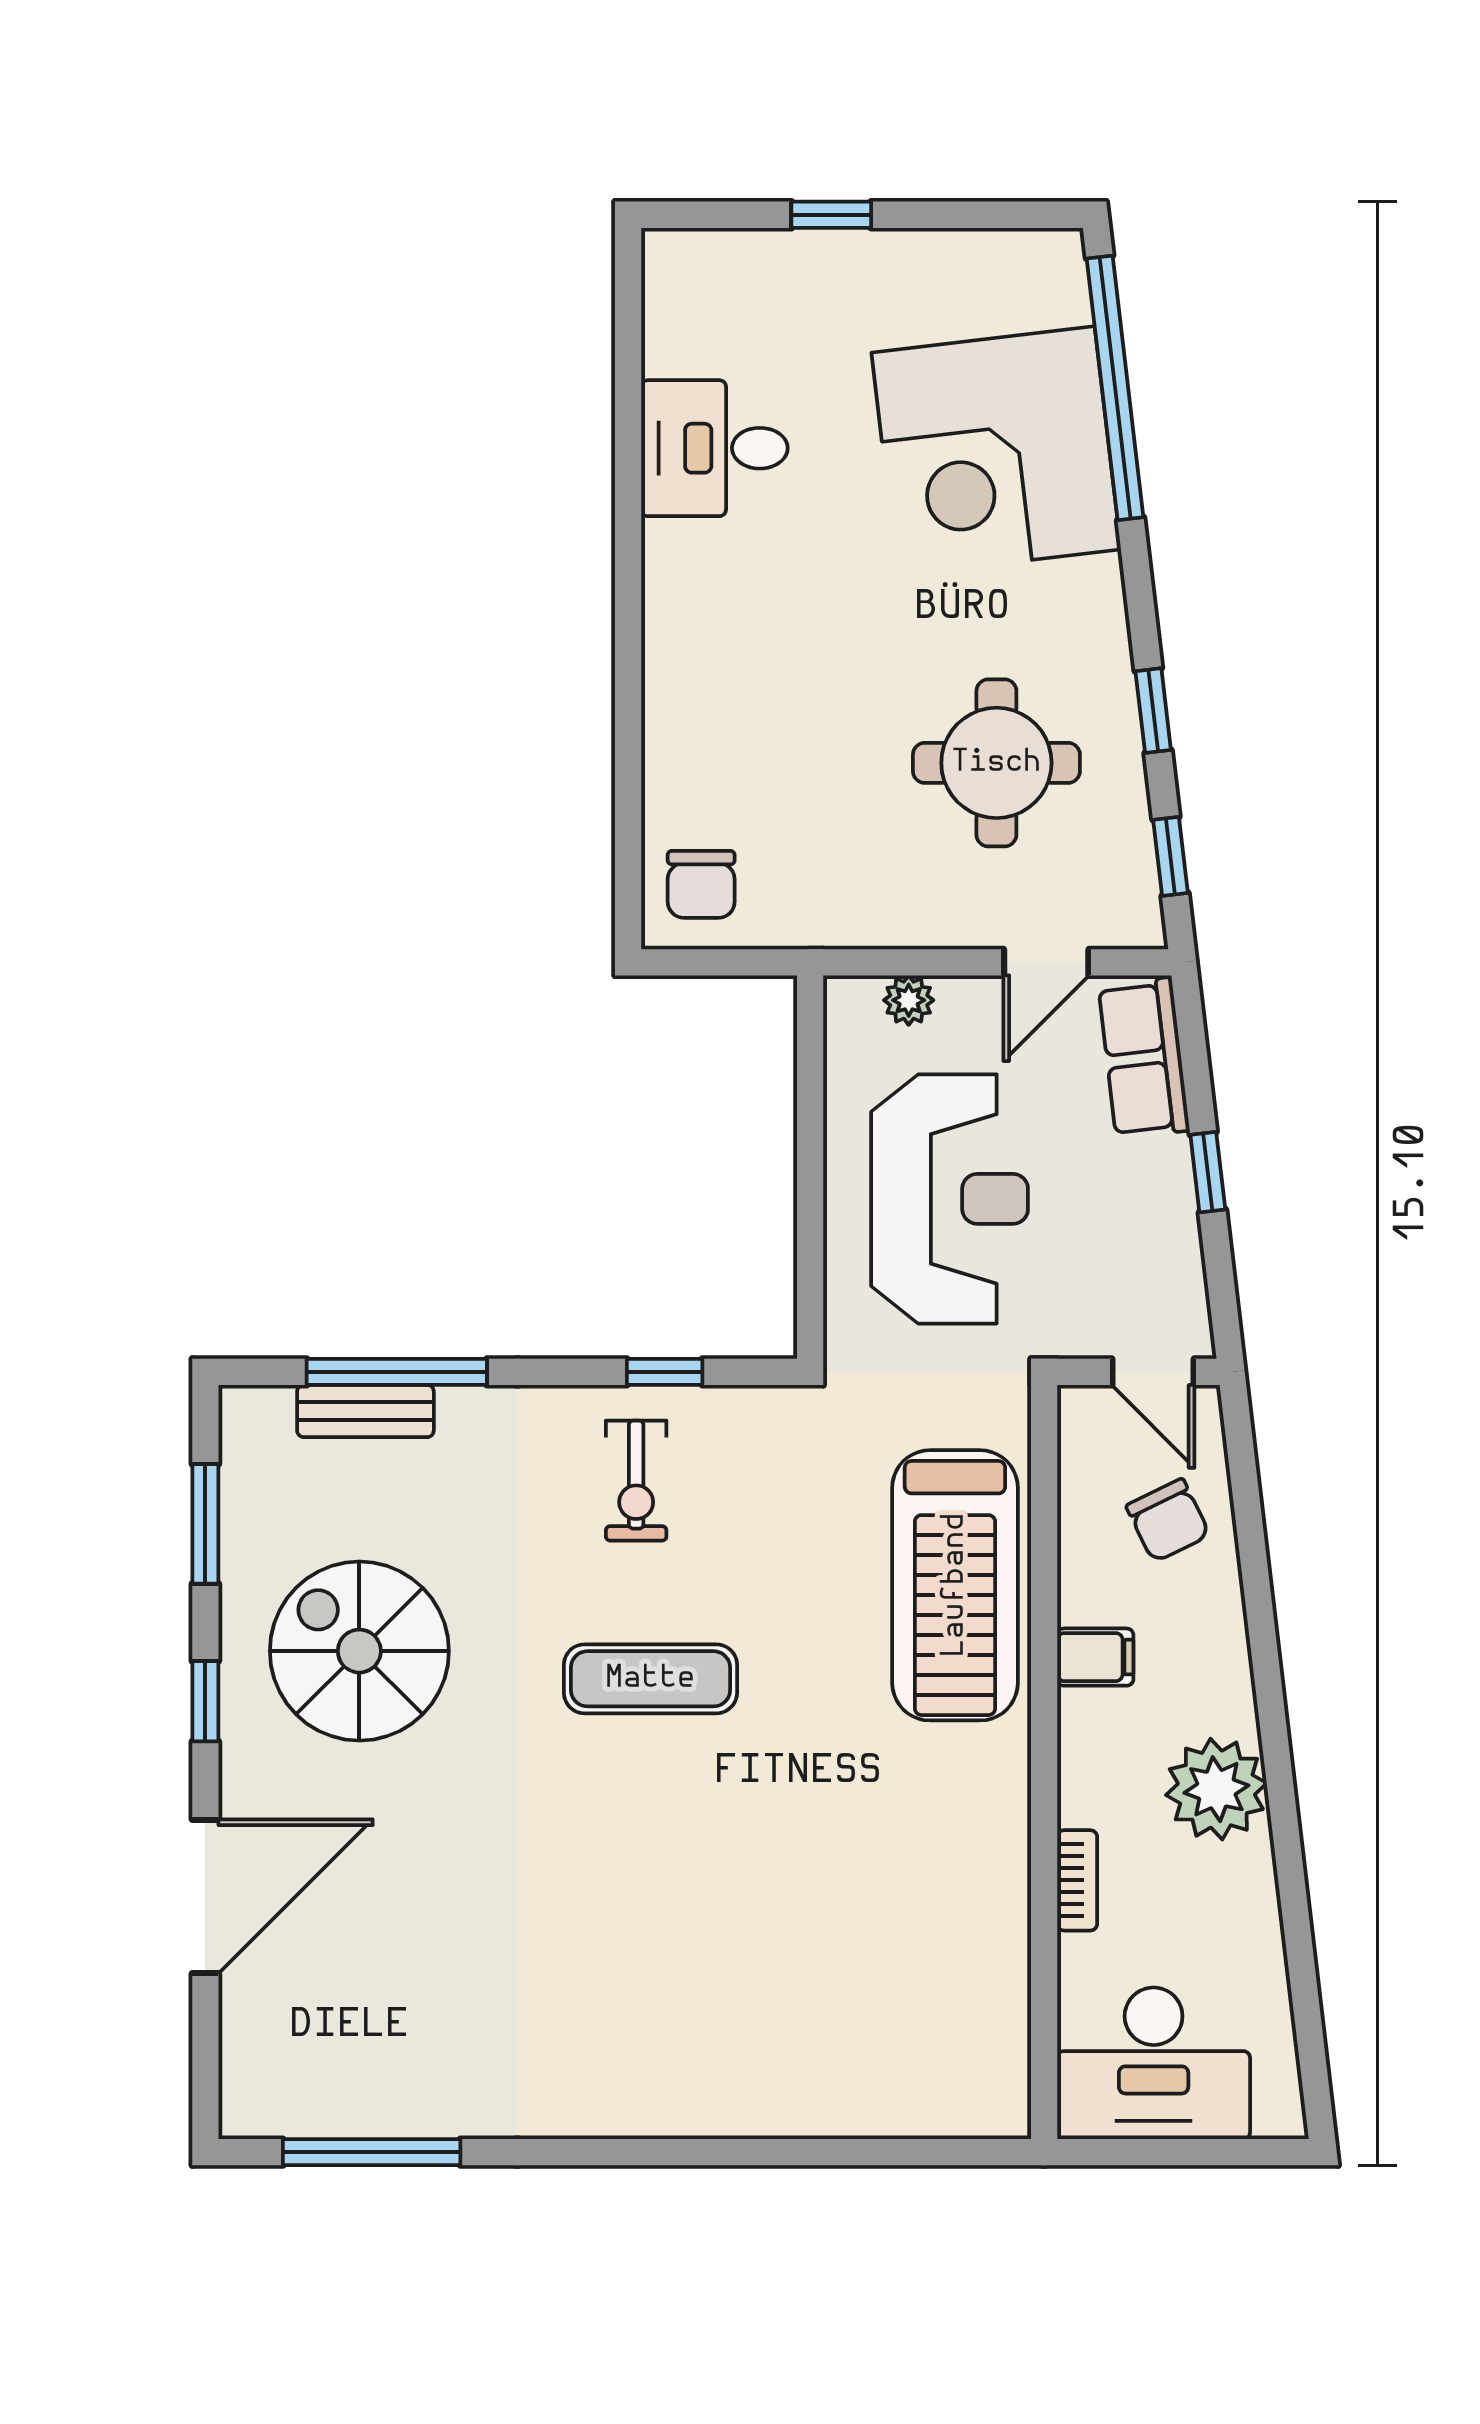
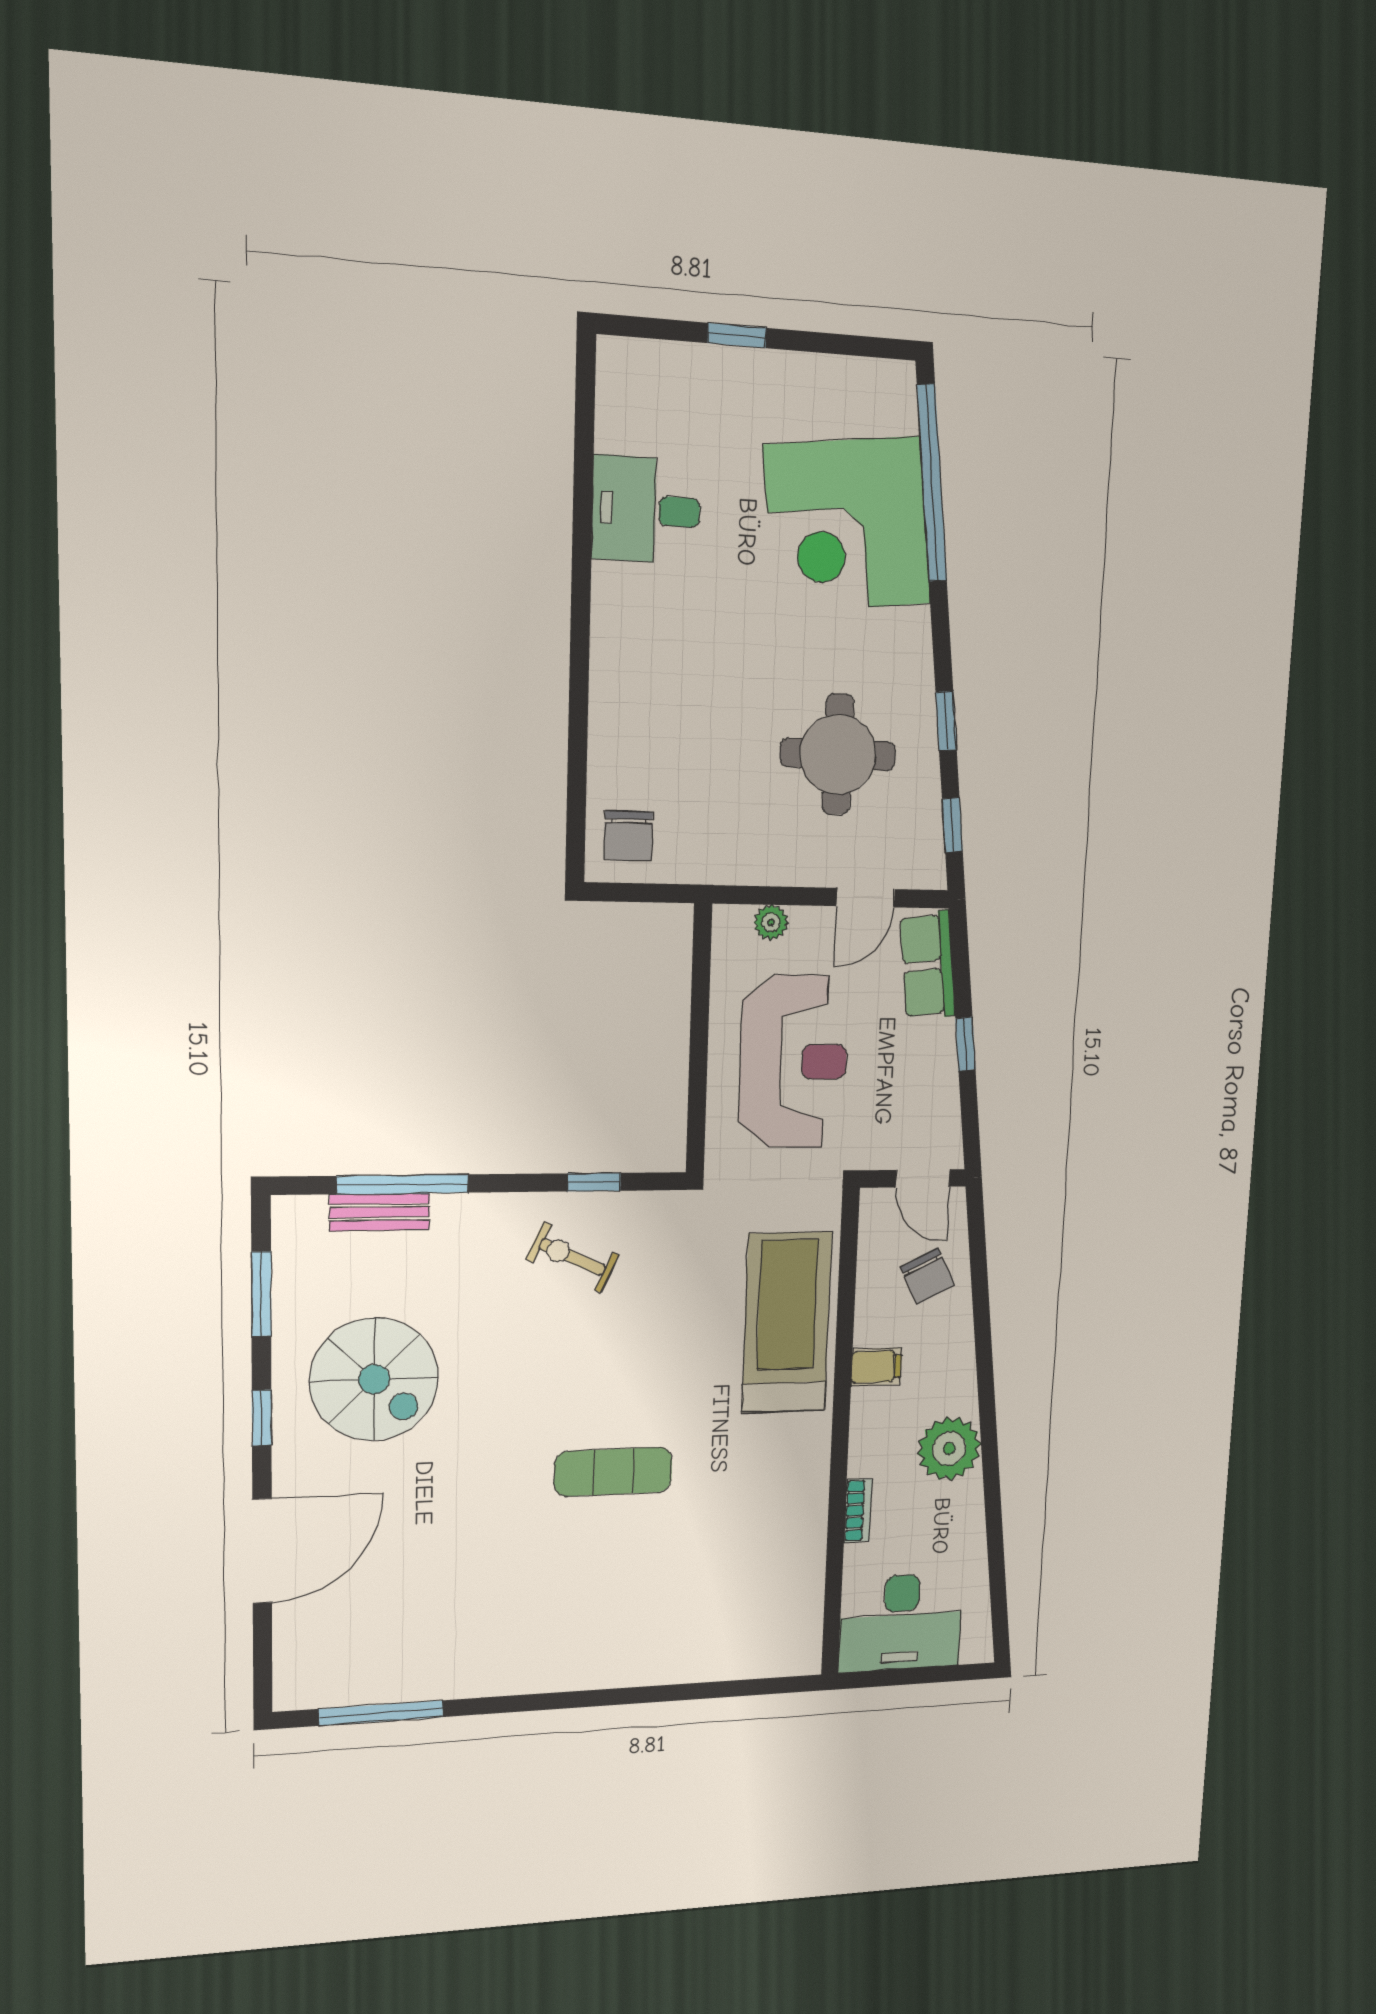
exercise bike: (636, 1481) -> (572, 1257), turned 115
treadmill: (955, 1585) -> (787, 1323), turned 180
spiral stairs: (359, 1651) -> (374, 1379), turned 180
exercise mat: (650, 1679) -> (613, 1472), moved

